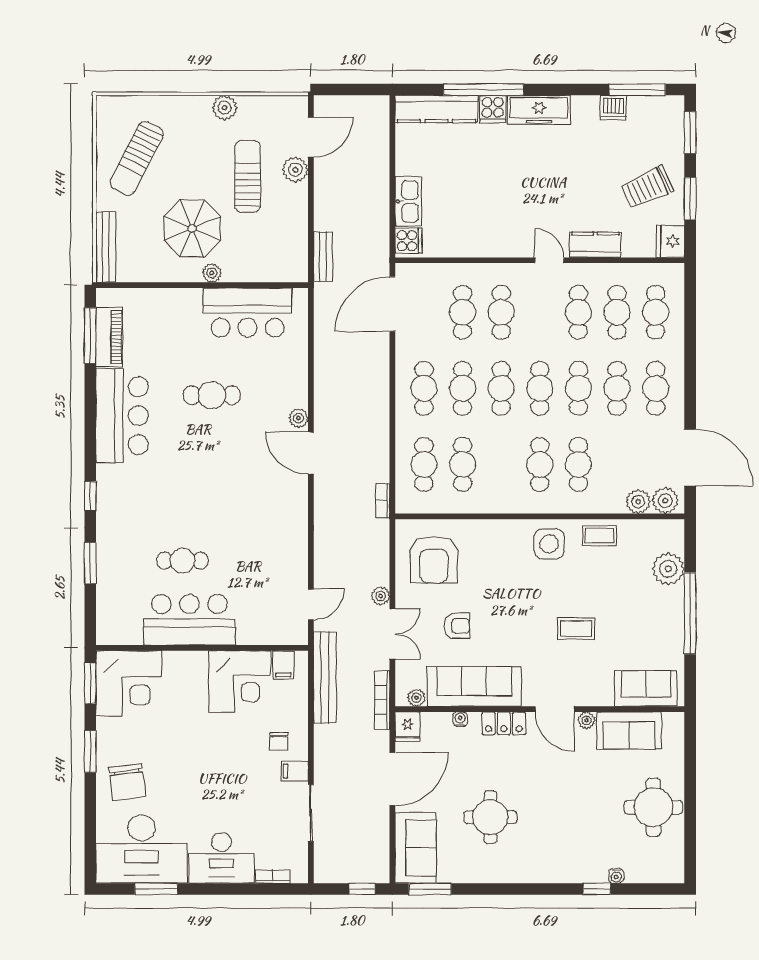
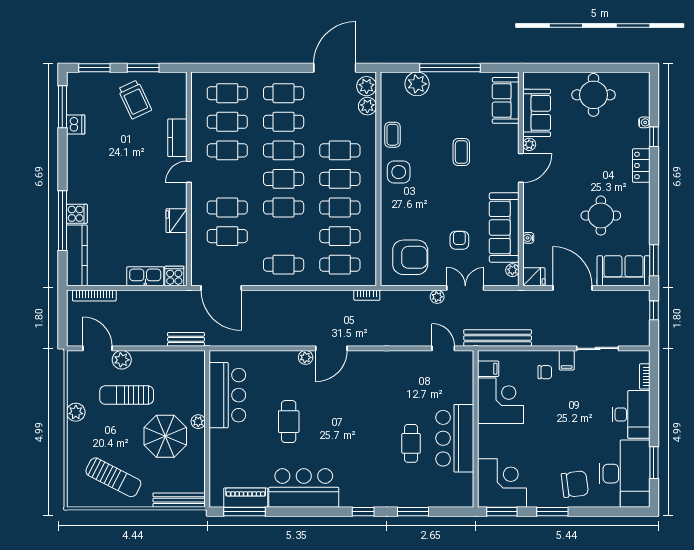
freezer: (539, 110) -> (77, 180), removed
fridge: (670, 241) -> (176, 221), moved, turned 90
cafe table: (463, 388) -> (340, 208), moved
bookcase: (382, 700) -> (94, 296), moved
locker: (504, 723) -> (641, 166), moved, turned 180

